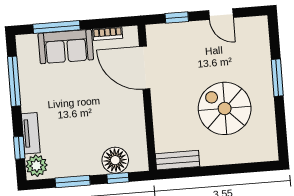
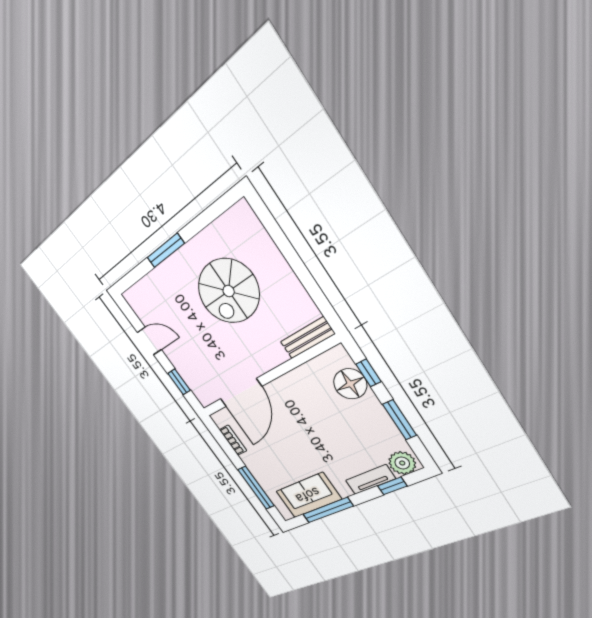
door: (221, 14) -> (149, 341), hinge flipped
sofa: (66, 47) -> (308, 495), moved, turned -90
bench: (178, 160) -> (307, 338), moved, turned 90

